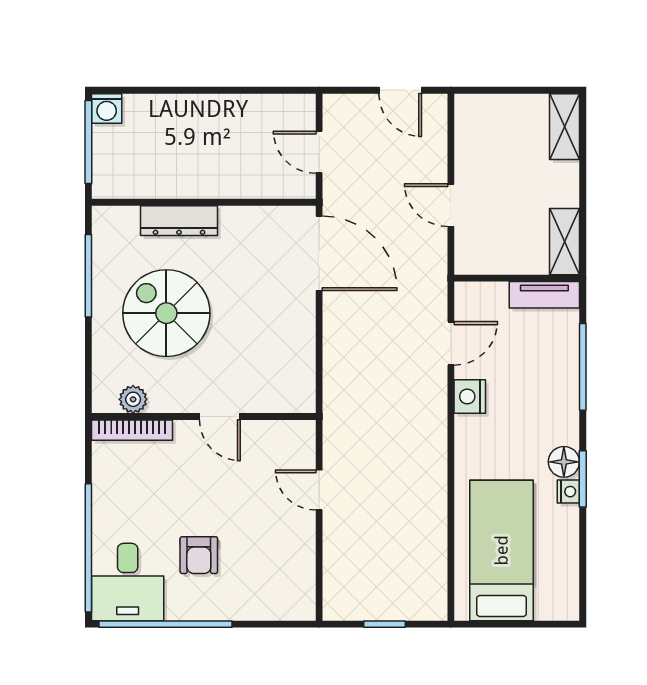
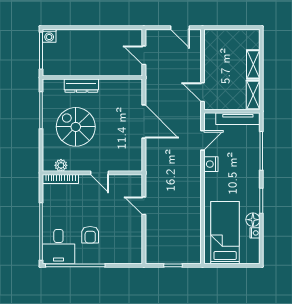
shelving: (565, 127) -> (253, 64), moved
door: (451, 205) -> (203, 92), moved
door: (319, 253) -> (144, 122), moved
tv unit: (544, 295) -> (238, 119), width x1.41
floor lamp: (564, 462) -> (253, 220), moved
nightstand: (568, 492) -> (255, 233), moved

